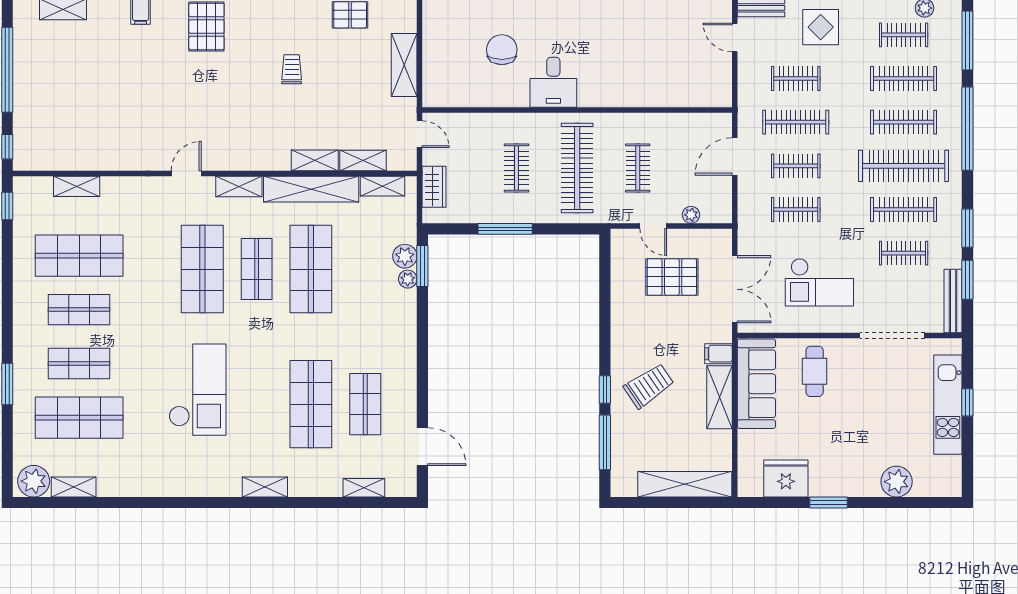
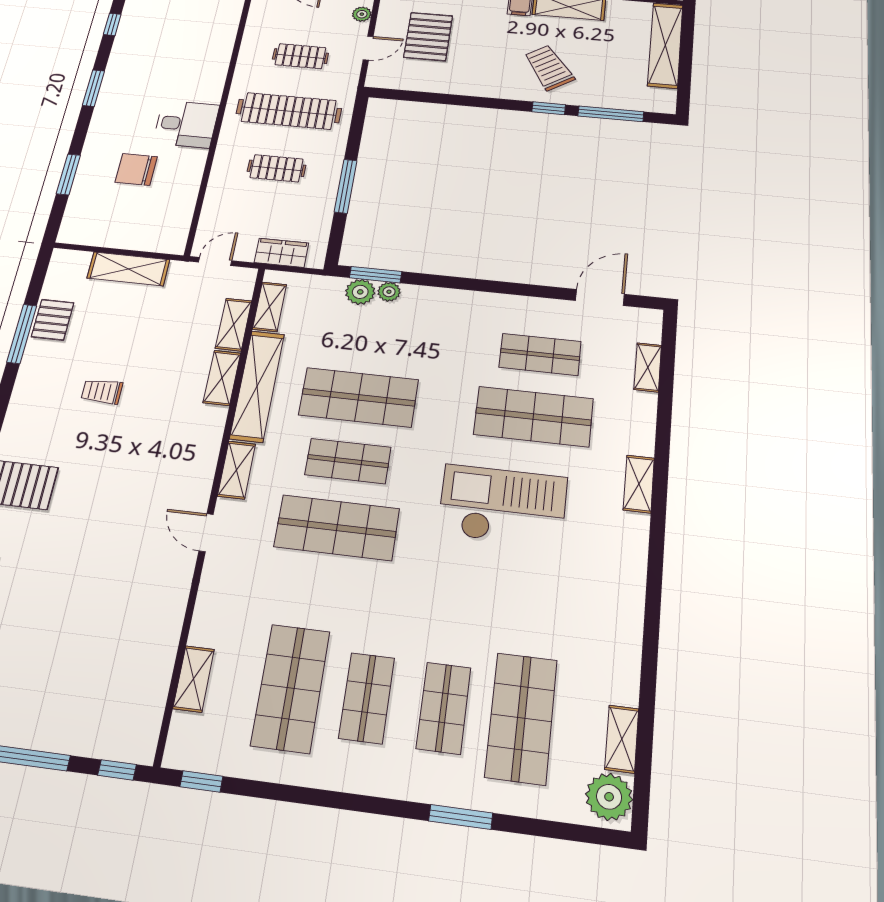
checkout: (197, 390) -> (503, 505), moved

